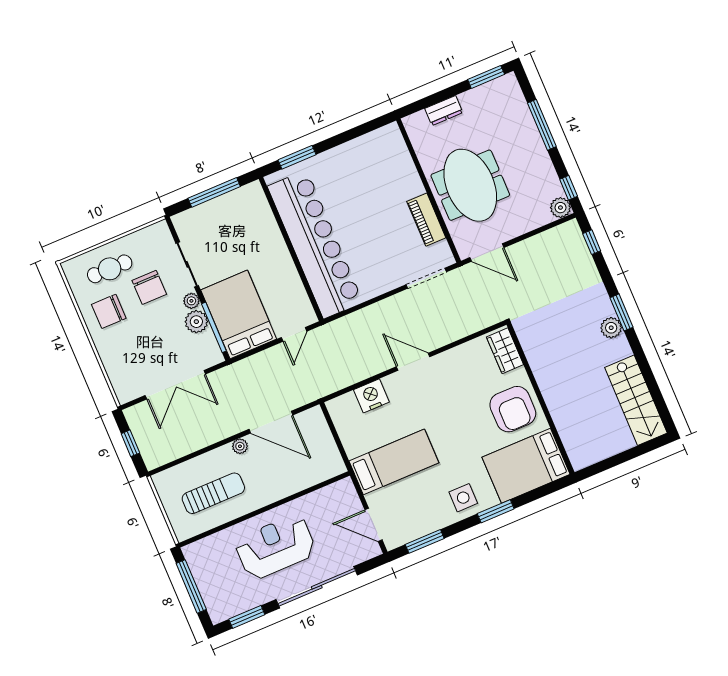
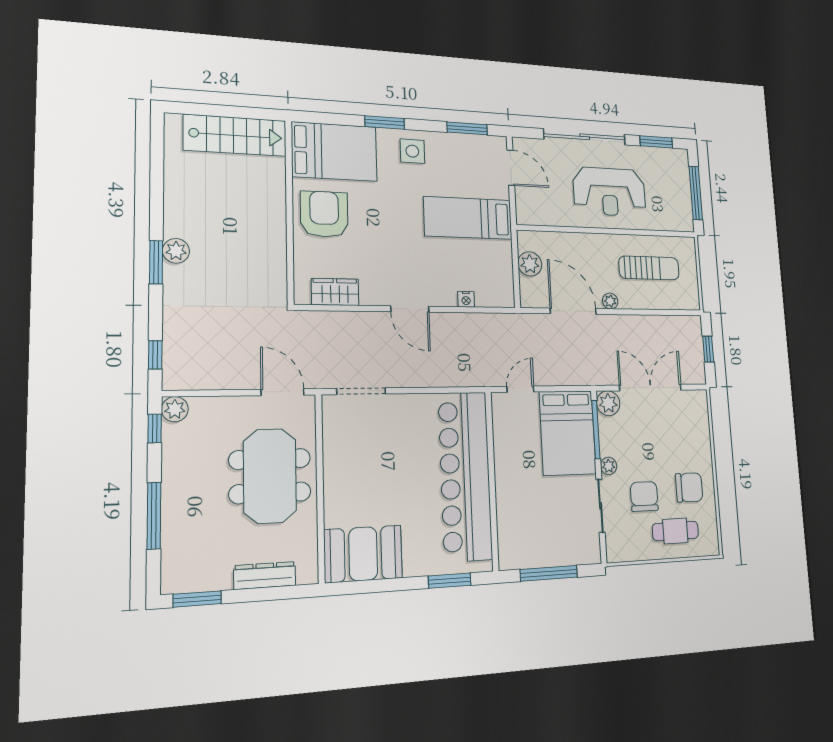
dresser: (444, 111) -> (265, 576), width x1.44
booth: (375, 153) -> (363, 554), added
piano: (426, 220) -> (335, 456), removed
plant: (196, 322) -> (608, 403), moved
wardrobe: (505, 351) -> (335, 292), moved, turned -90
nightstand: (371, 396) -> (466, 299), width x0.53, depth x0.56
stairs: (636, 400) -> (235, 135), moved, turned 90
plant: (325, 446) -> (530, 264), added
sun lounger: (213, 493) -> (649, 268), turned 180

